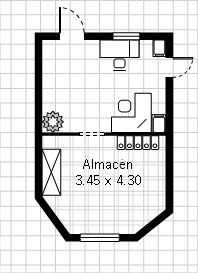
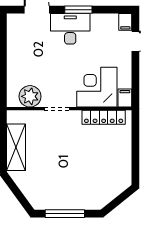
window: (126, 36) -> (78, 10), moved
desk: (120, 55) -> (70, 29), moved
plant: (53, 122) -> (30, 96), moved

